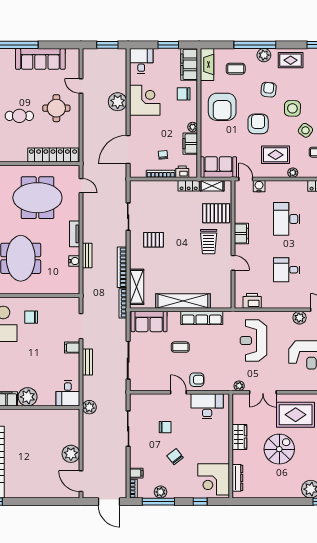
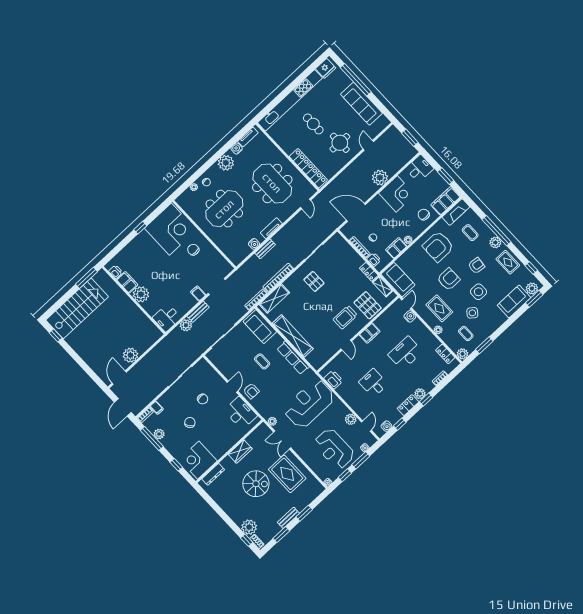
reception desk: (253, 341) -> (309, 404), width x1.36, depth x1.30
plant: (89, 407) -> (186, 325), moved

